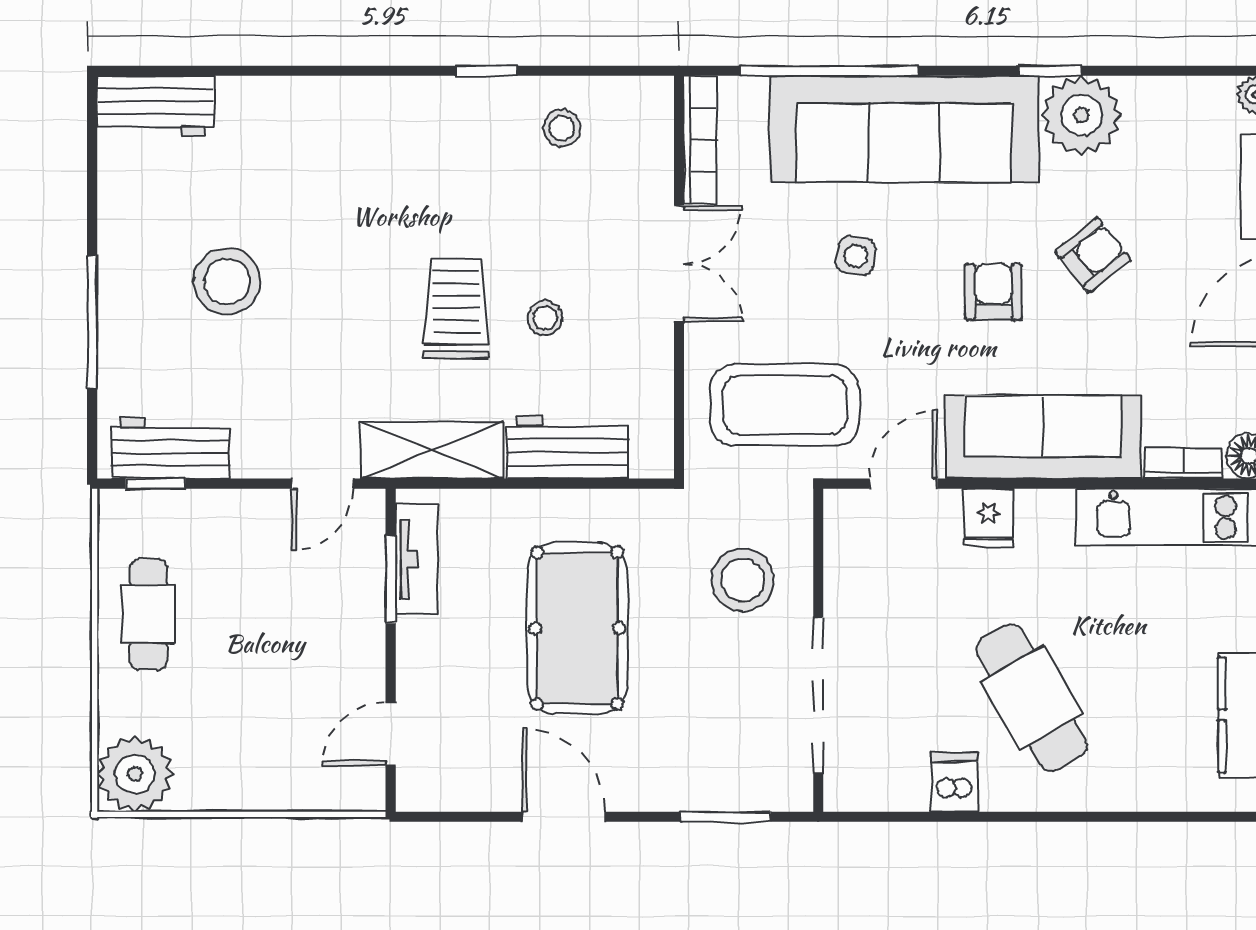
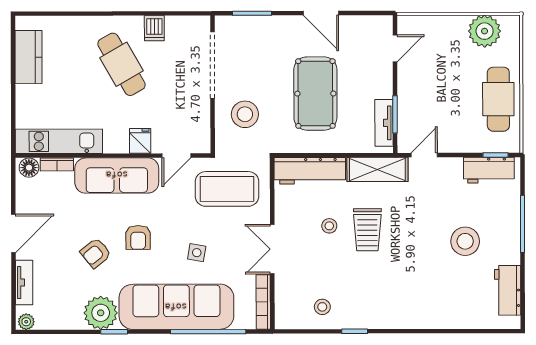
workbench: (156, 106) -> (508, 290), moved, turned -90
workbench: (568, 447) -> (310, 171), width x1.38
cafe table: (148, 614) -> (498, 99), width x1.37, depth x1.35
plant: (135, 774) -> (485, 31), moved

